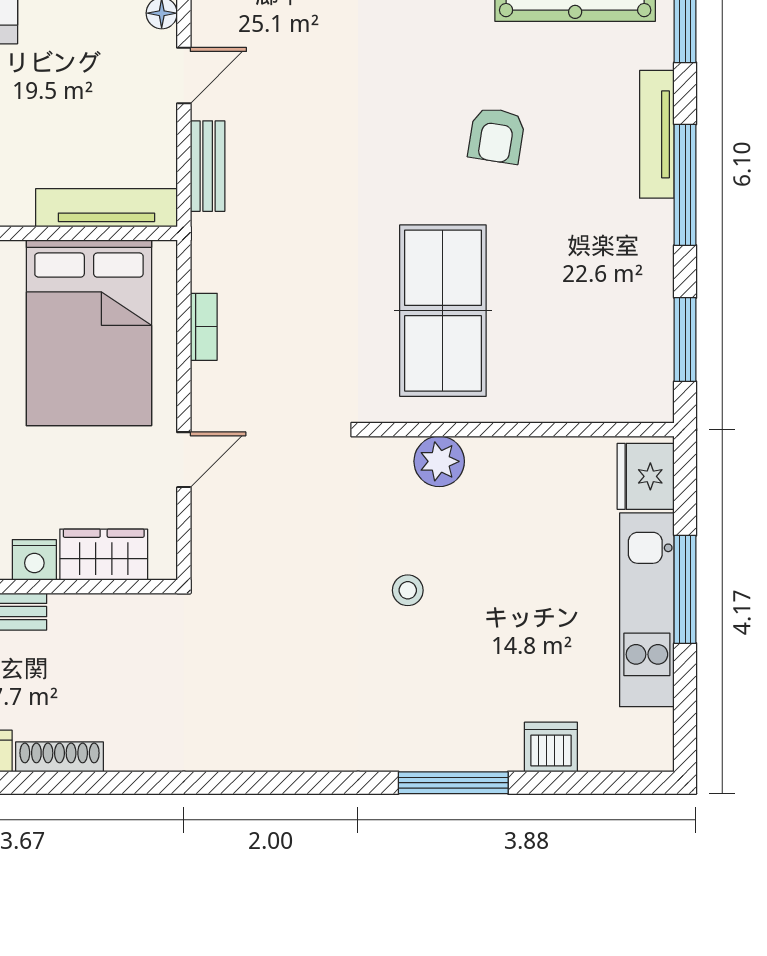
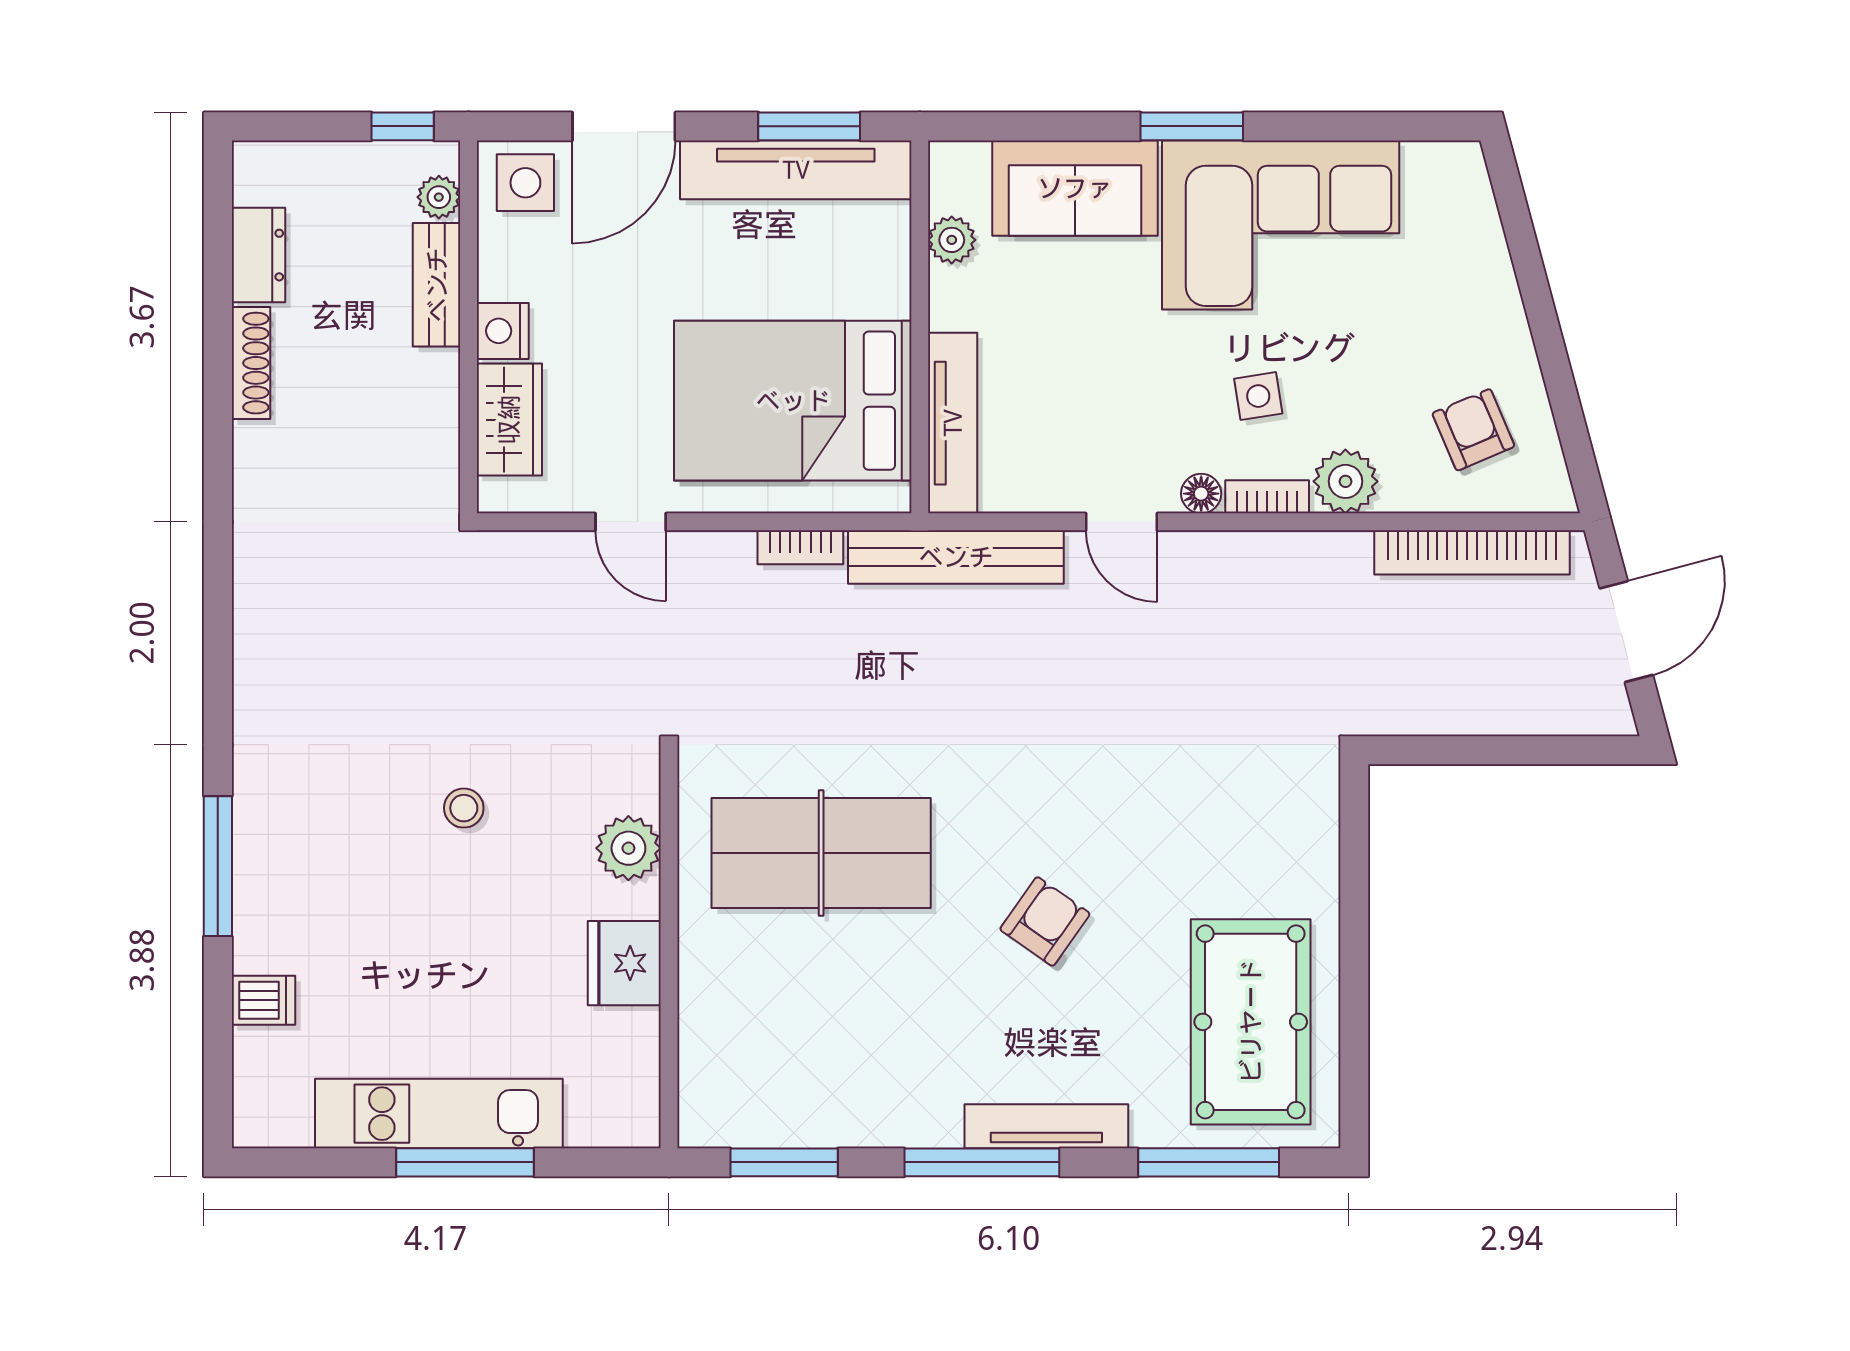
armchair: (497, 135) -> (1045, 921), turned 116
bench: (208, 166) -> (956, 557), width x1.86, depth x1.21
fridge: (646, 476) -> (624, 963), moved, turned -90
dishwasher: (551, 747) -> (263, 1000), width x0.73

